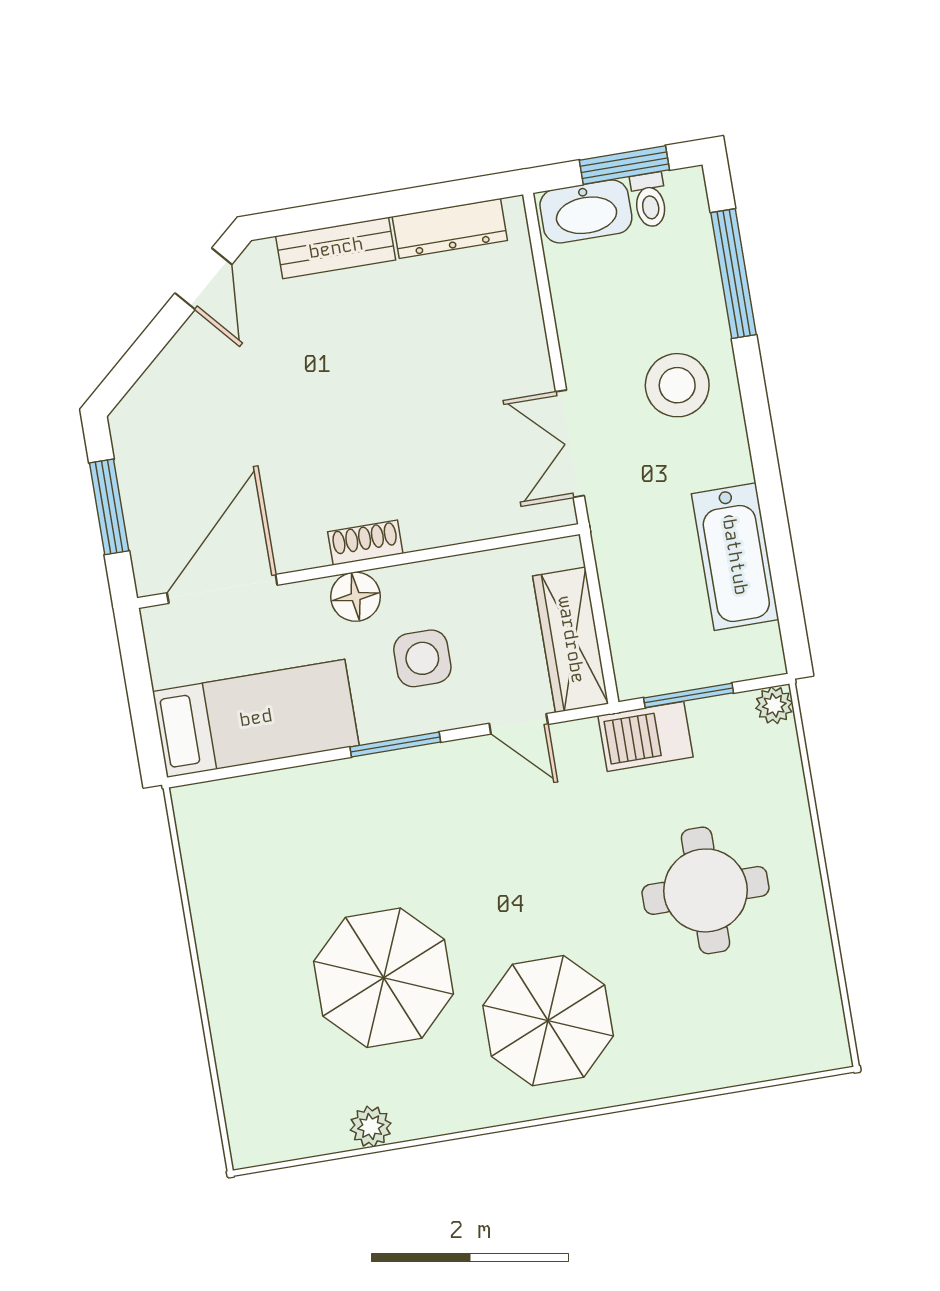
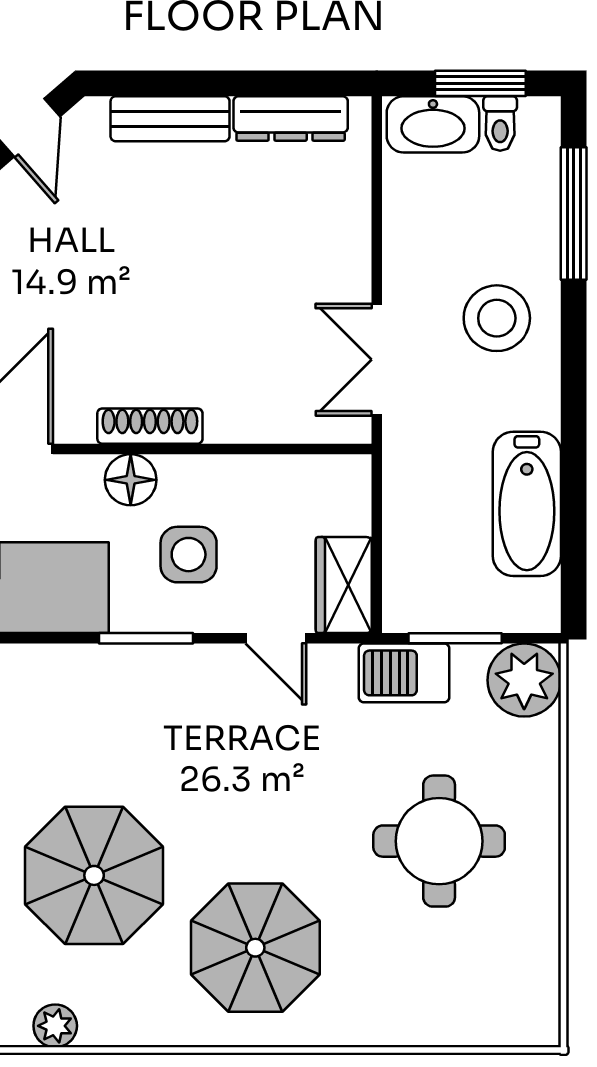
shoe rack: (365, 543) -> (150, 426), width x1.43
wardrobe: (571, 640) -> (344, 585), width x0.67
plant: (774, 705) -> (524, 680), width x1.88, depth x1.88

